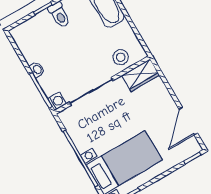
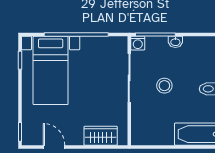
stool: (121, 57) -> (164, 86), moved
wardrobe: (141, 75) -> (101, 136), moved, turned 90
door: (188, 121) -> (54, 147), width x0.73

